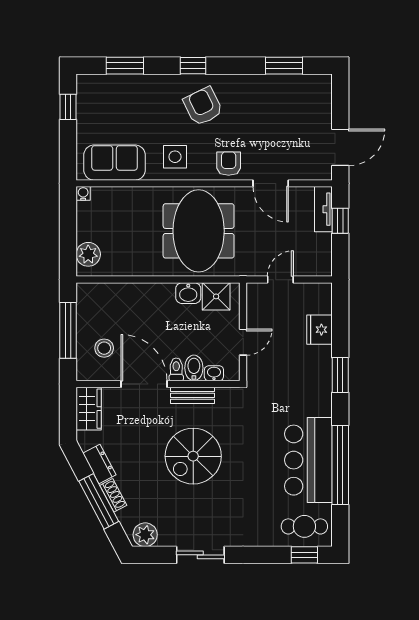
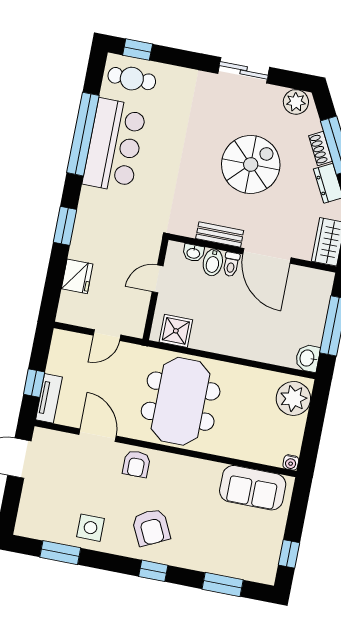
side table: (175, 157) -> (91, 528), moved
plant: (88, 254) -> (293, 398), width x1.36, depth x1.36
washbasin: (188, 293) -> (308, 358), moved, turned -90
stool: (104, 348) -> (300, 301), removed
spiral stairs: (193, 456) -> (251, 164), moved

